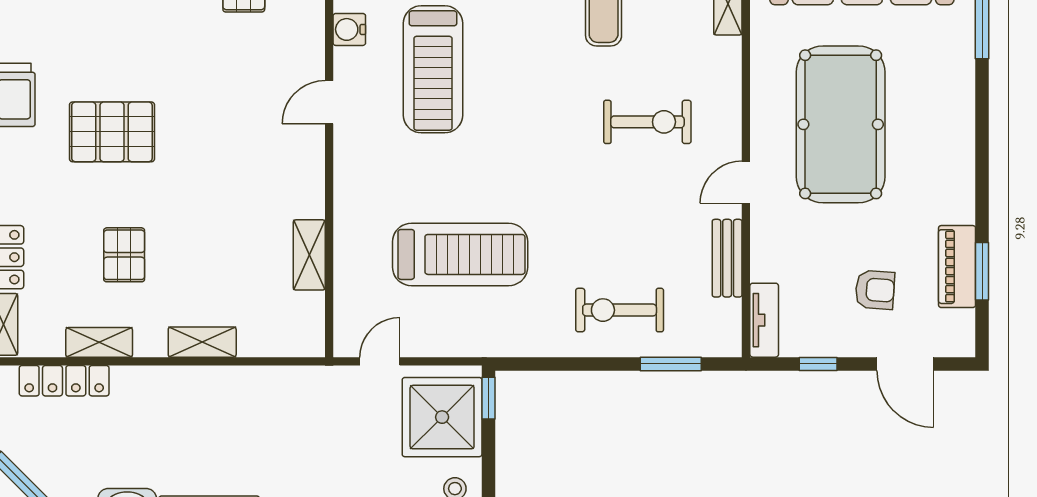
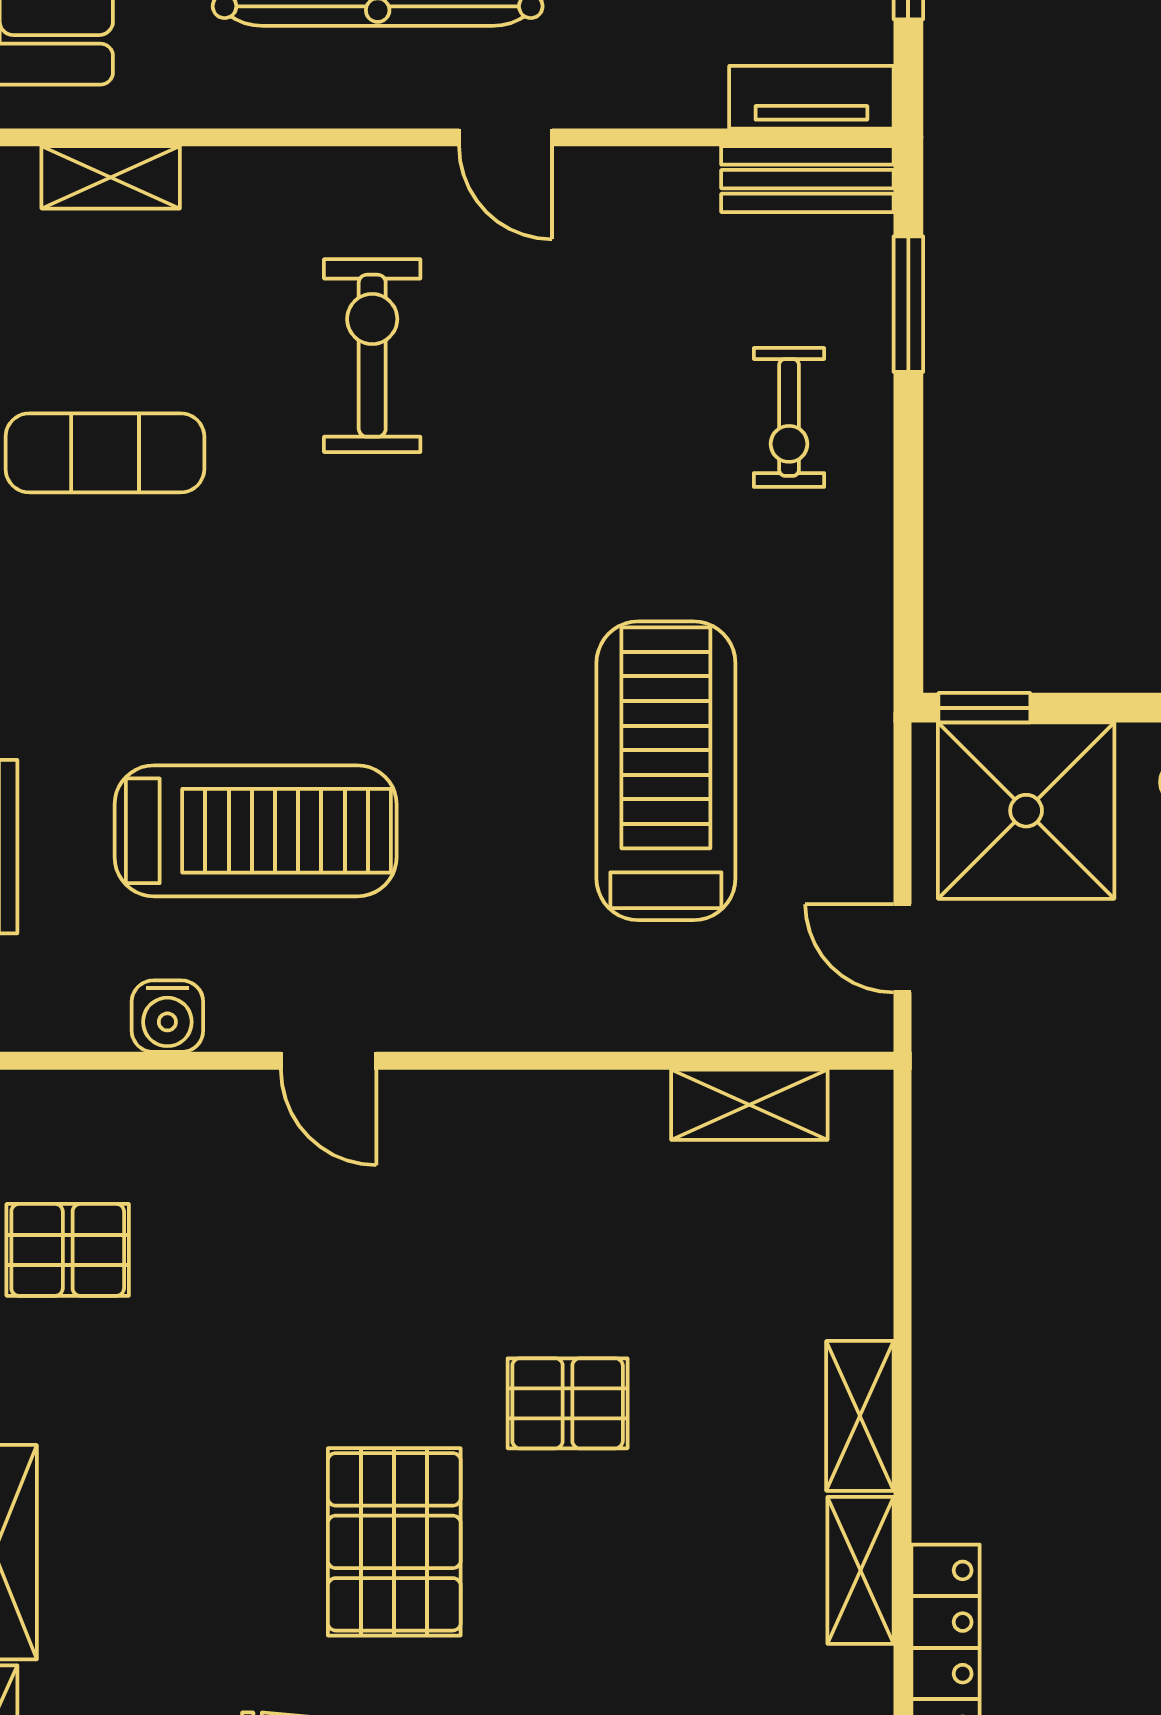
pallet: (124, 255) -> (568, 1403), moved
shelving: (309, 255) -> (749, 1105), moved
bench: (727, 258) -> (807, 179), moved
exercise bike: (620, 310) -> (789, 417), width x0.73, depth x0.72
shelving: (202, 342) -> (860, 1416), moved

